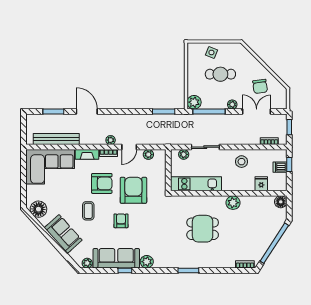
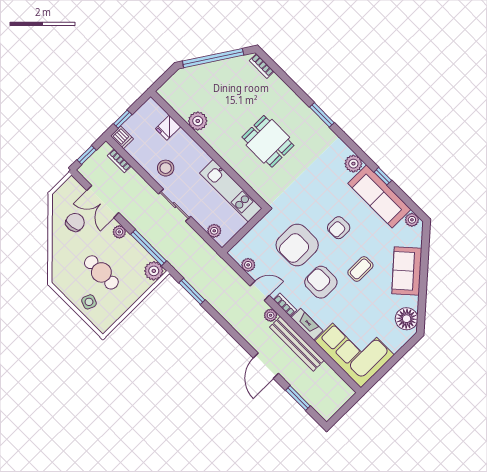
bench: (56, 139) -> (297, 344), moved
sliding door: (205, 147) -> (175, 205), moved
dishwasher: (280, 167) -> (122, 137), moved
floor lamp: (281, 202) -> (167, 92), removed
plant: (233, 203) -> (198, 121), moved

